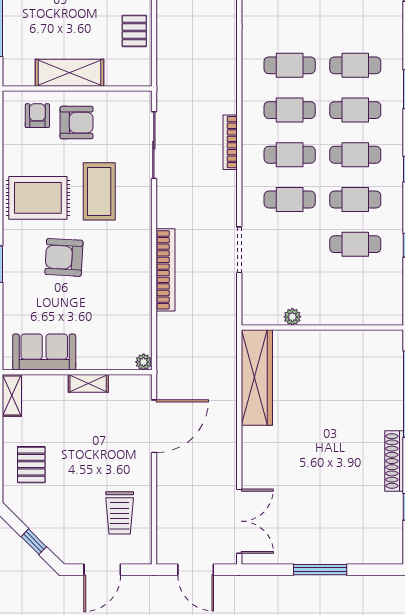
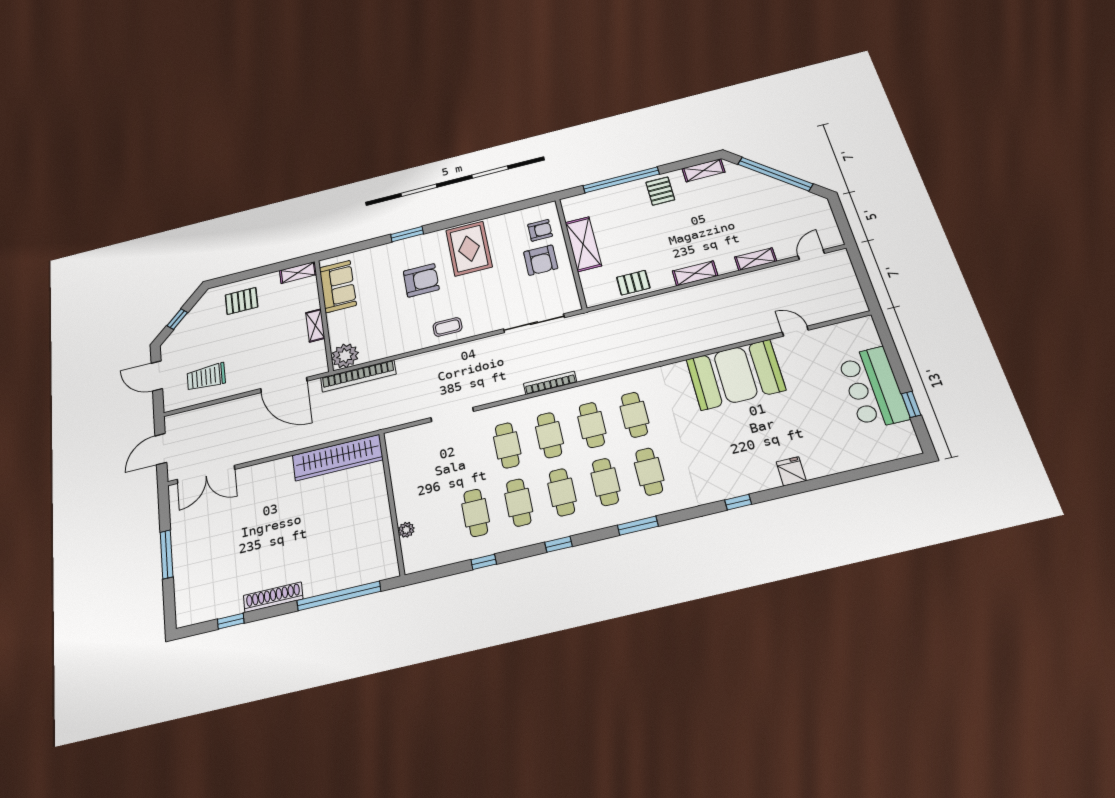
coffee table: (99, 191) -> (447, 327), moved, width x0.54, depth x0.58
armchair: (64, 257) -> (421, 280), turned 87
bookcase: (165, 270) -> (358, 376), moved
plant: (292, 317) -> (406, 530), moved
plant: (144, 362) -> (345, 356), width x1.88, depth x1.88

